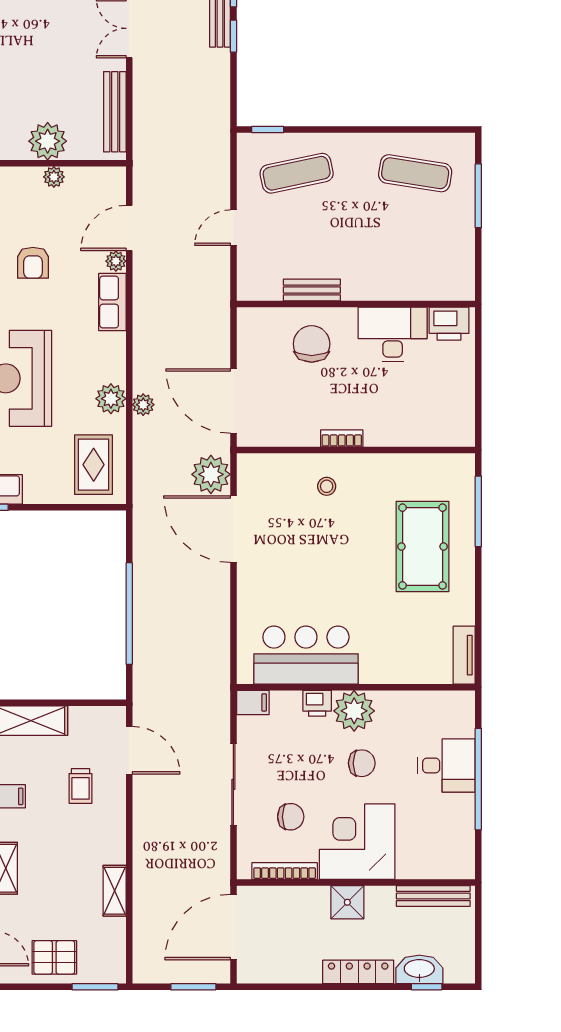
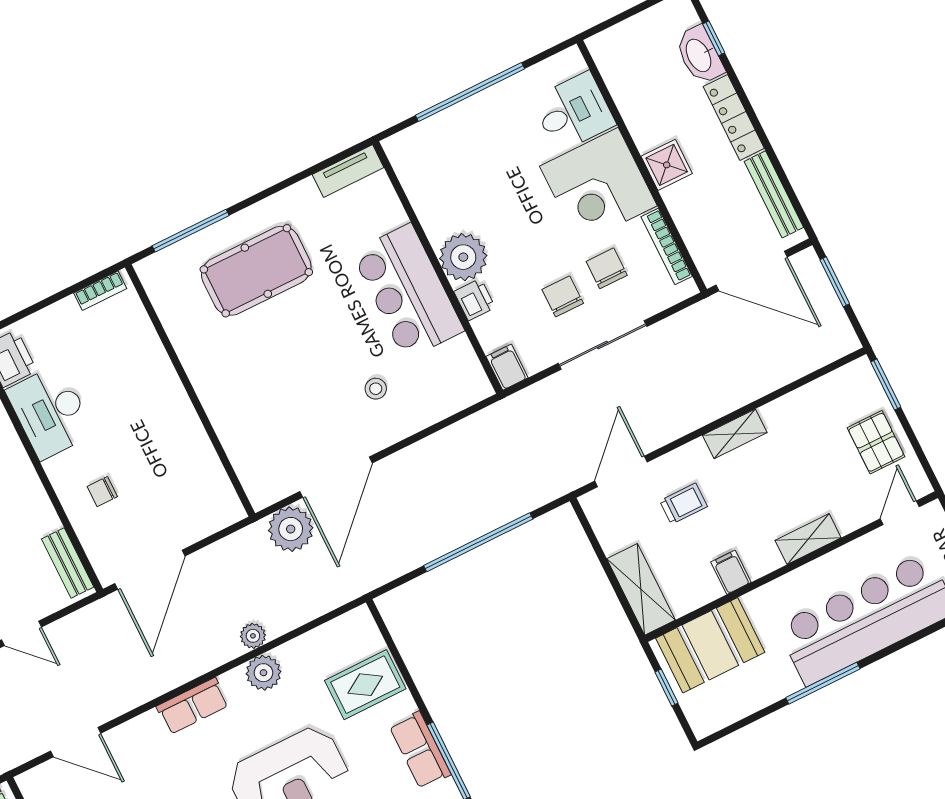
plant: (116, 261) -> (117, 739), removed
bench: (312, 290) -> (68, 563), moved
row of seats: (112, 302) -> (193, 706), moved
chair: (312, 344) -> (102, 492), width x0.54, depth x0.54
door: (233, 401) -> (150, 570), moved
bookcase: (342, 438) -> (100, 291), moved, turned -90
rug: (94, 465) -> (365, 685), moved
stool: (327, 486) -> (376, 389), moved
bar counter: (306, 655) -> (408, 292), moved
chair: (362, 763) -> (563, 296), moved
desk: (447, 766) -> (573, 112), moved, turned 90
shelving: (115, 891) -> (735, 434), moved
bench: (433, 896) -> (774, 194), moved

